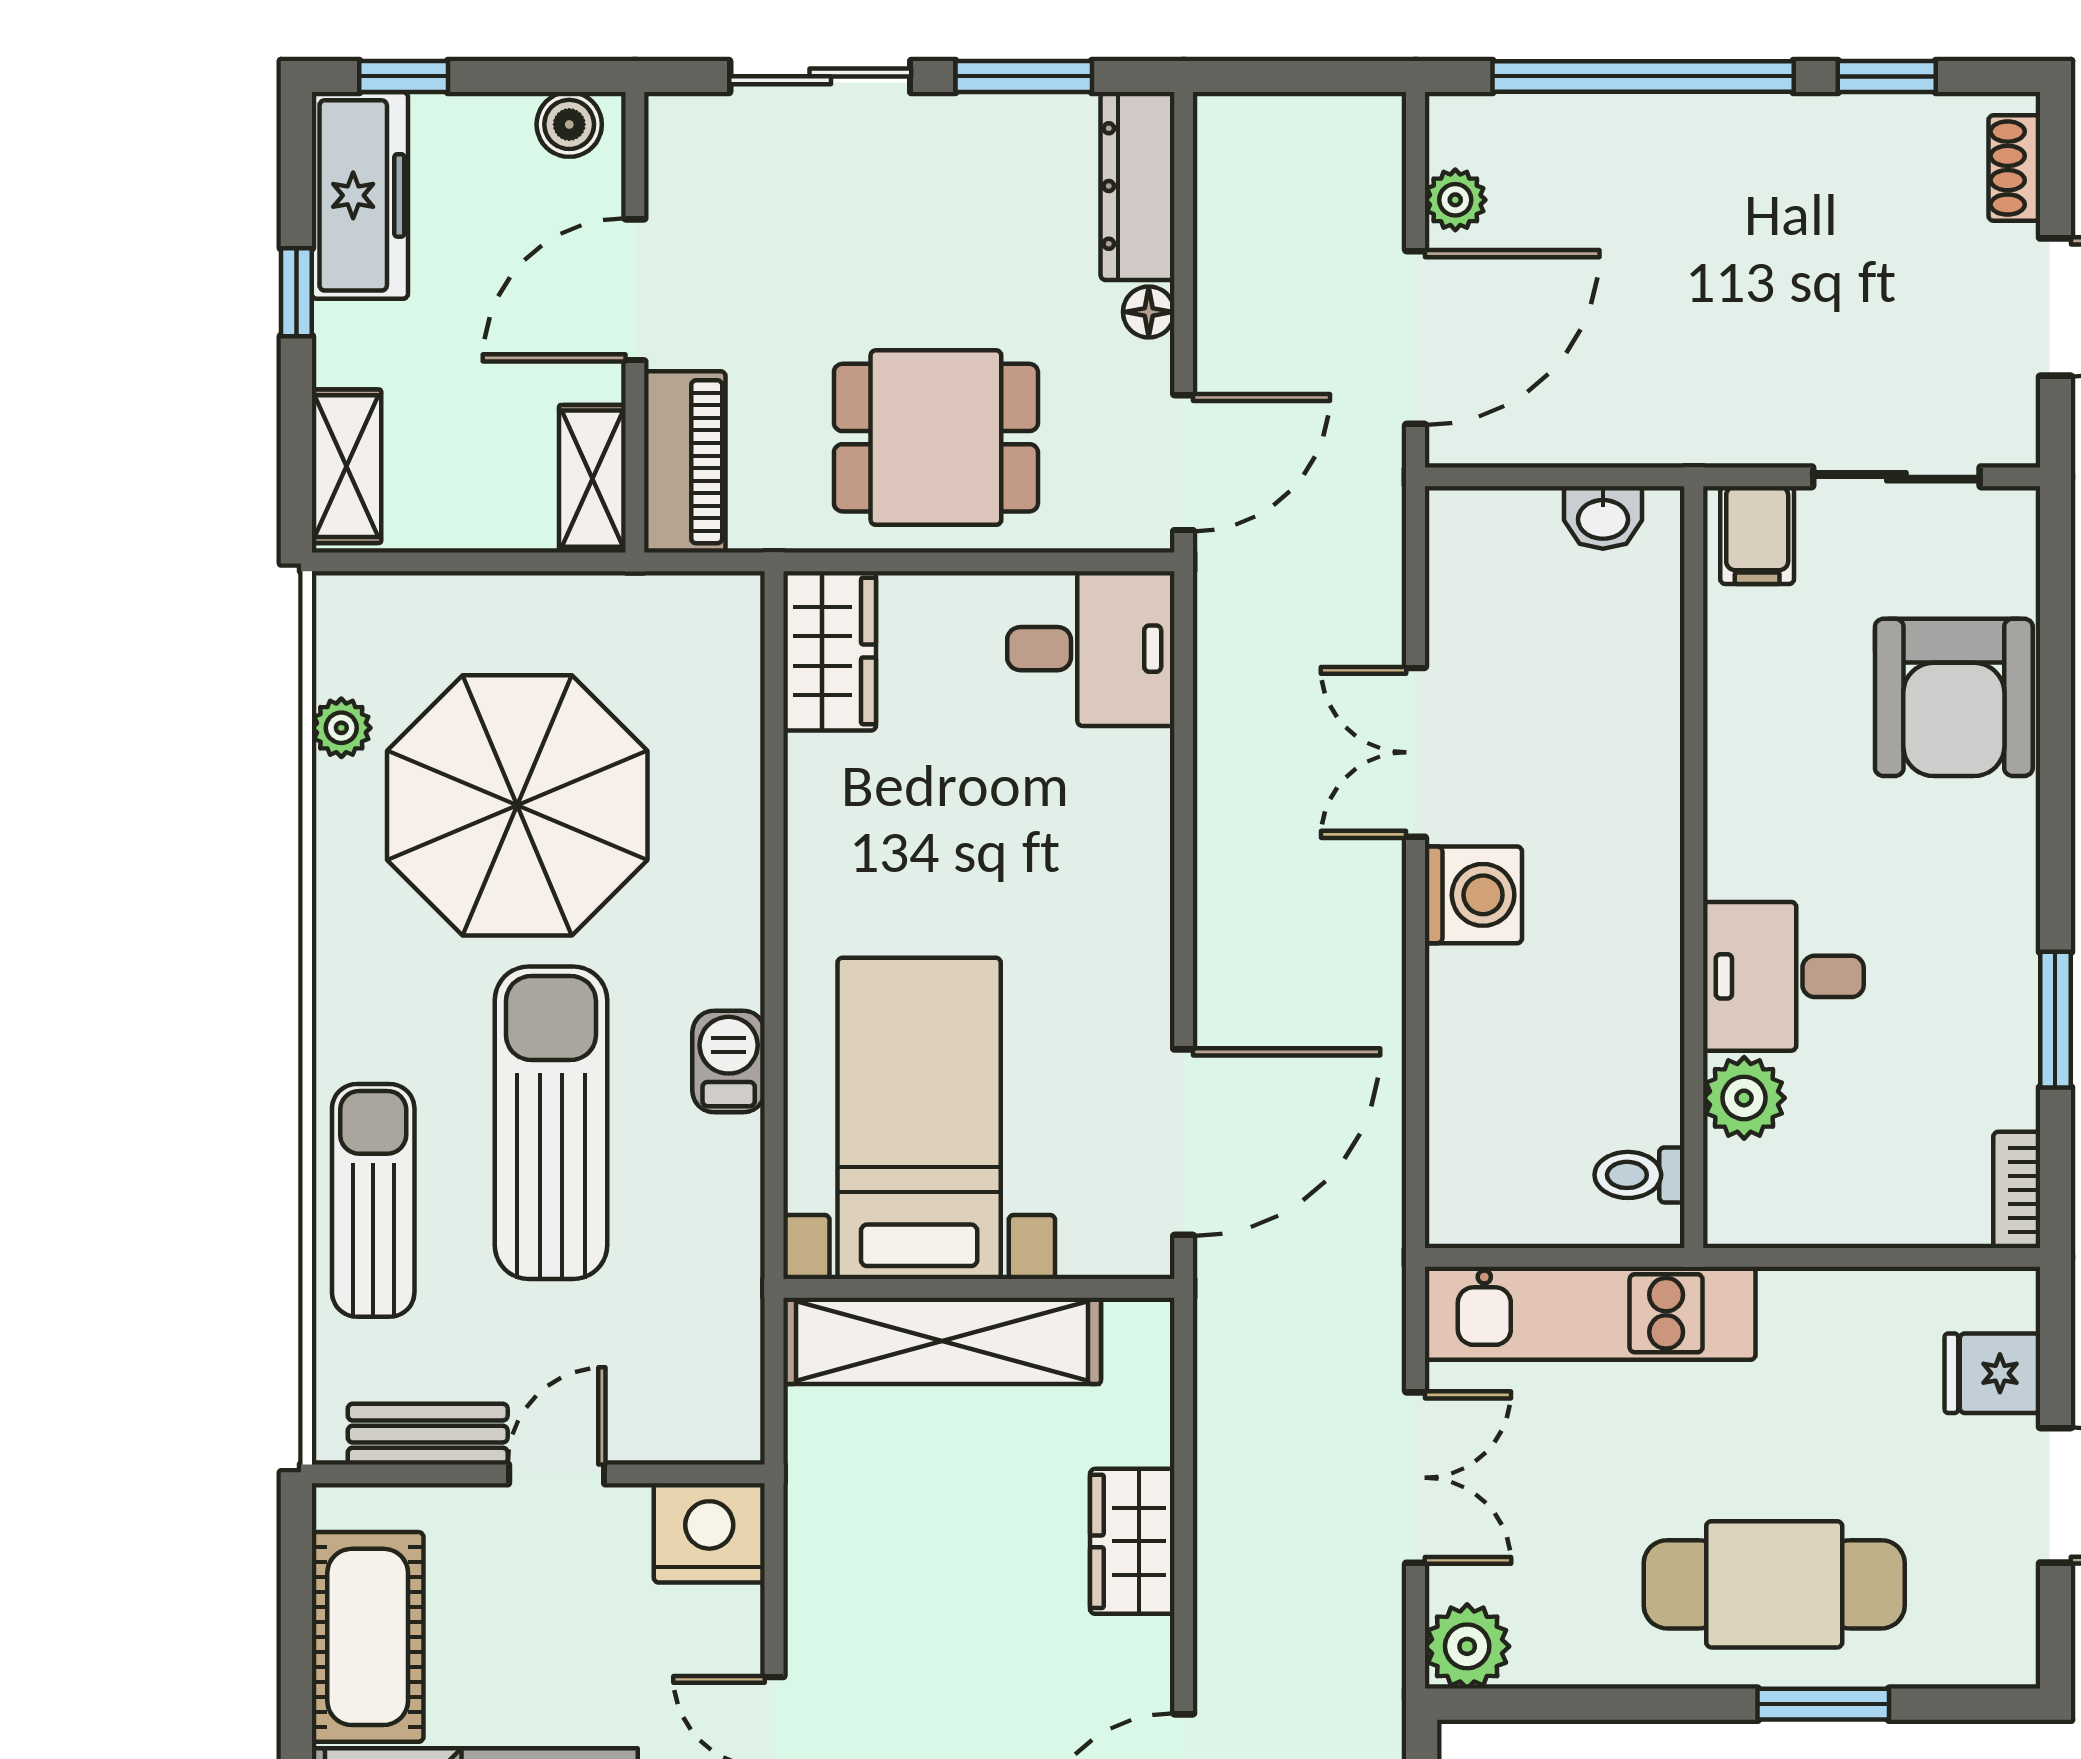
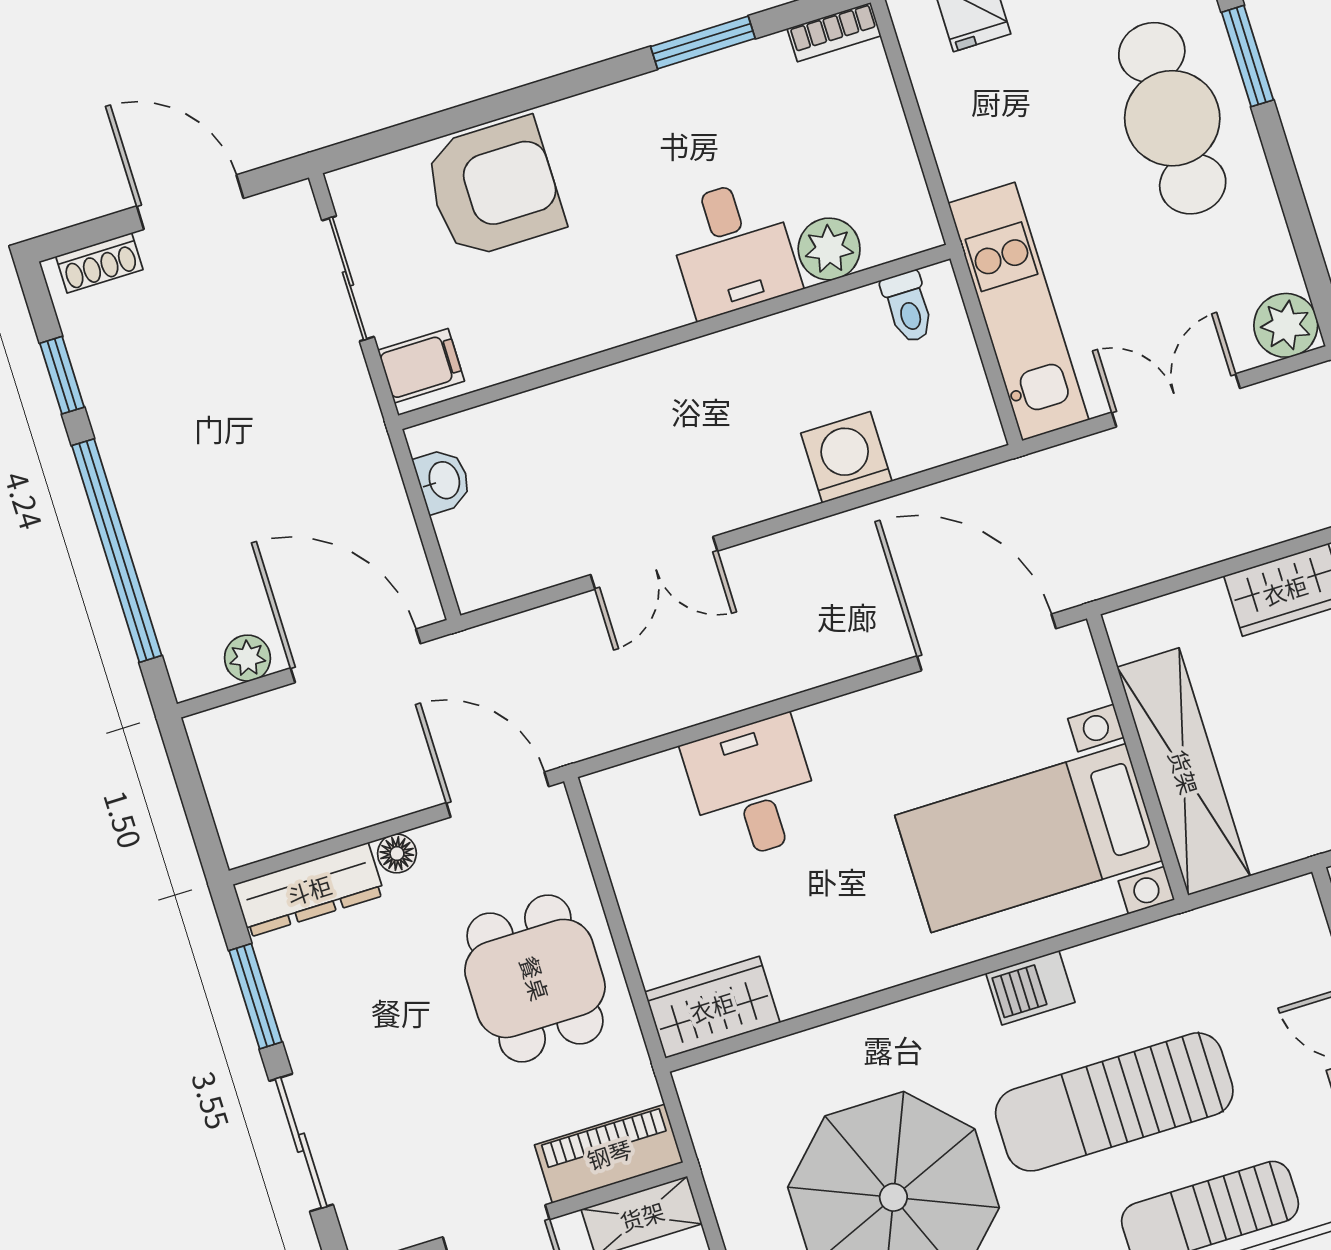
desk: (1091, 649) -> (753, 788), moved
washing machine: (1473, 895) -> (846, 457), moved

